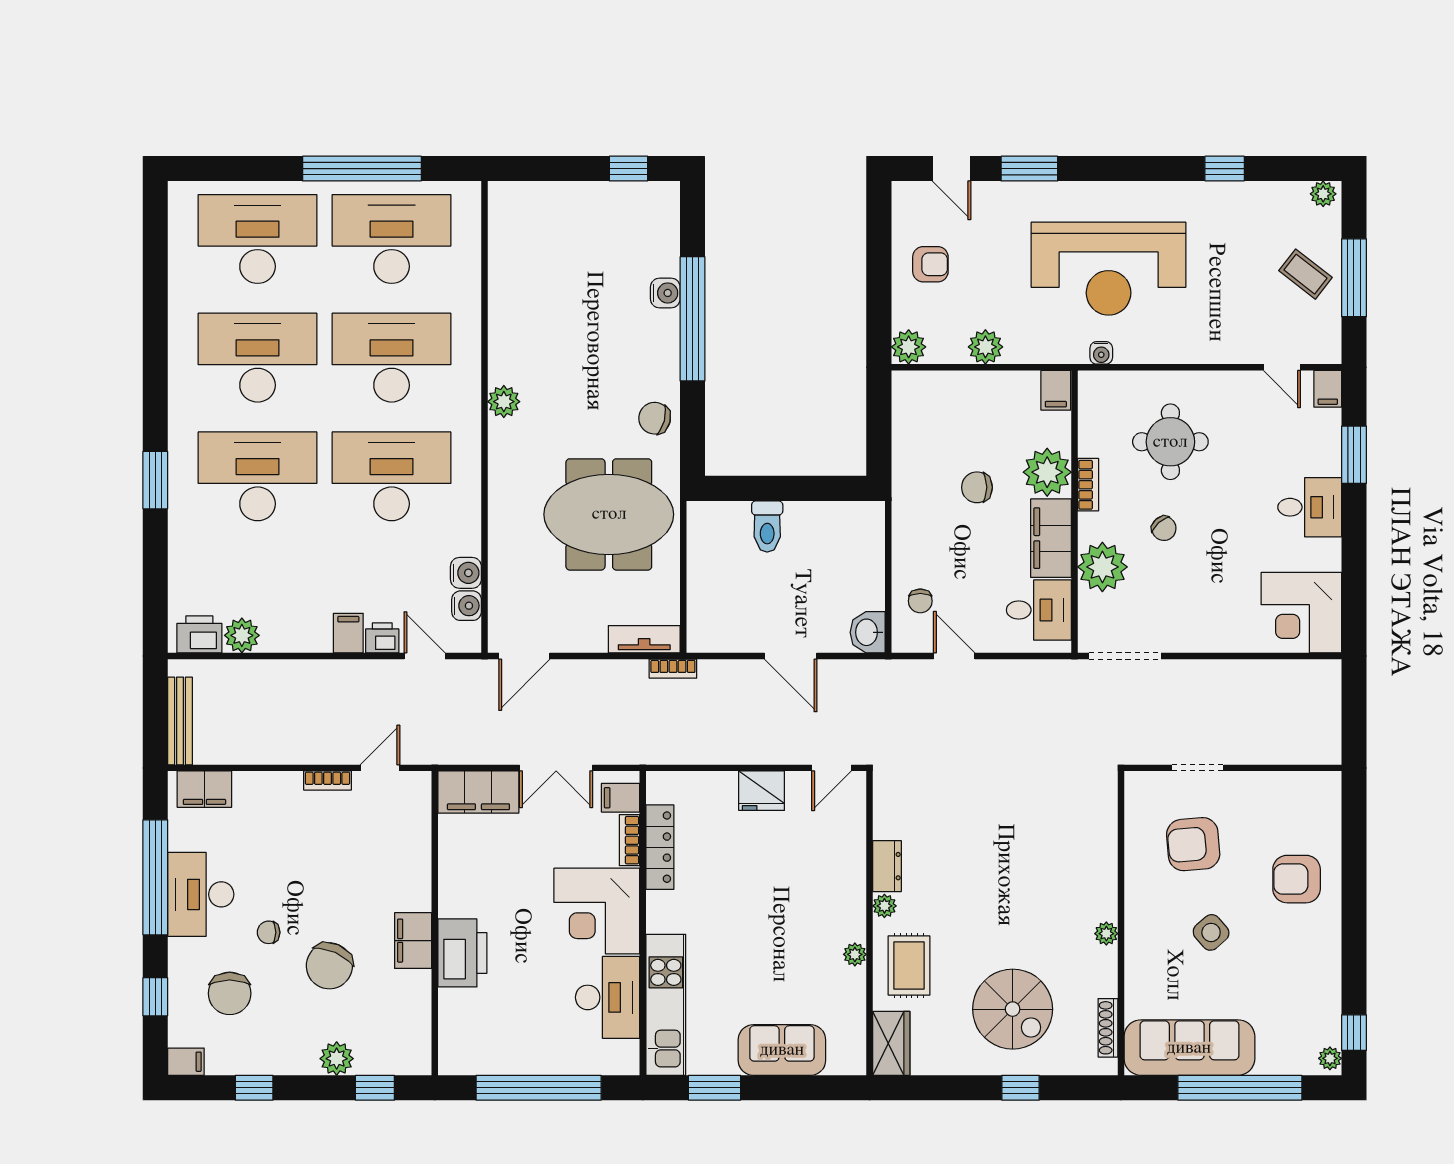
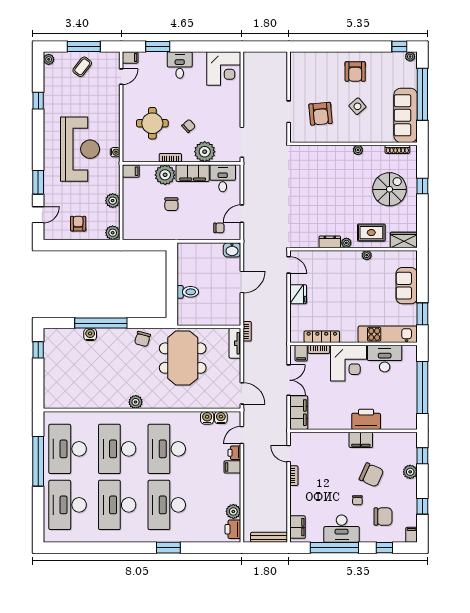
armchair: (1297, 879) -> (355, 71), moved

